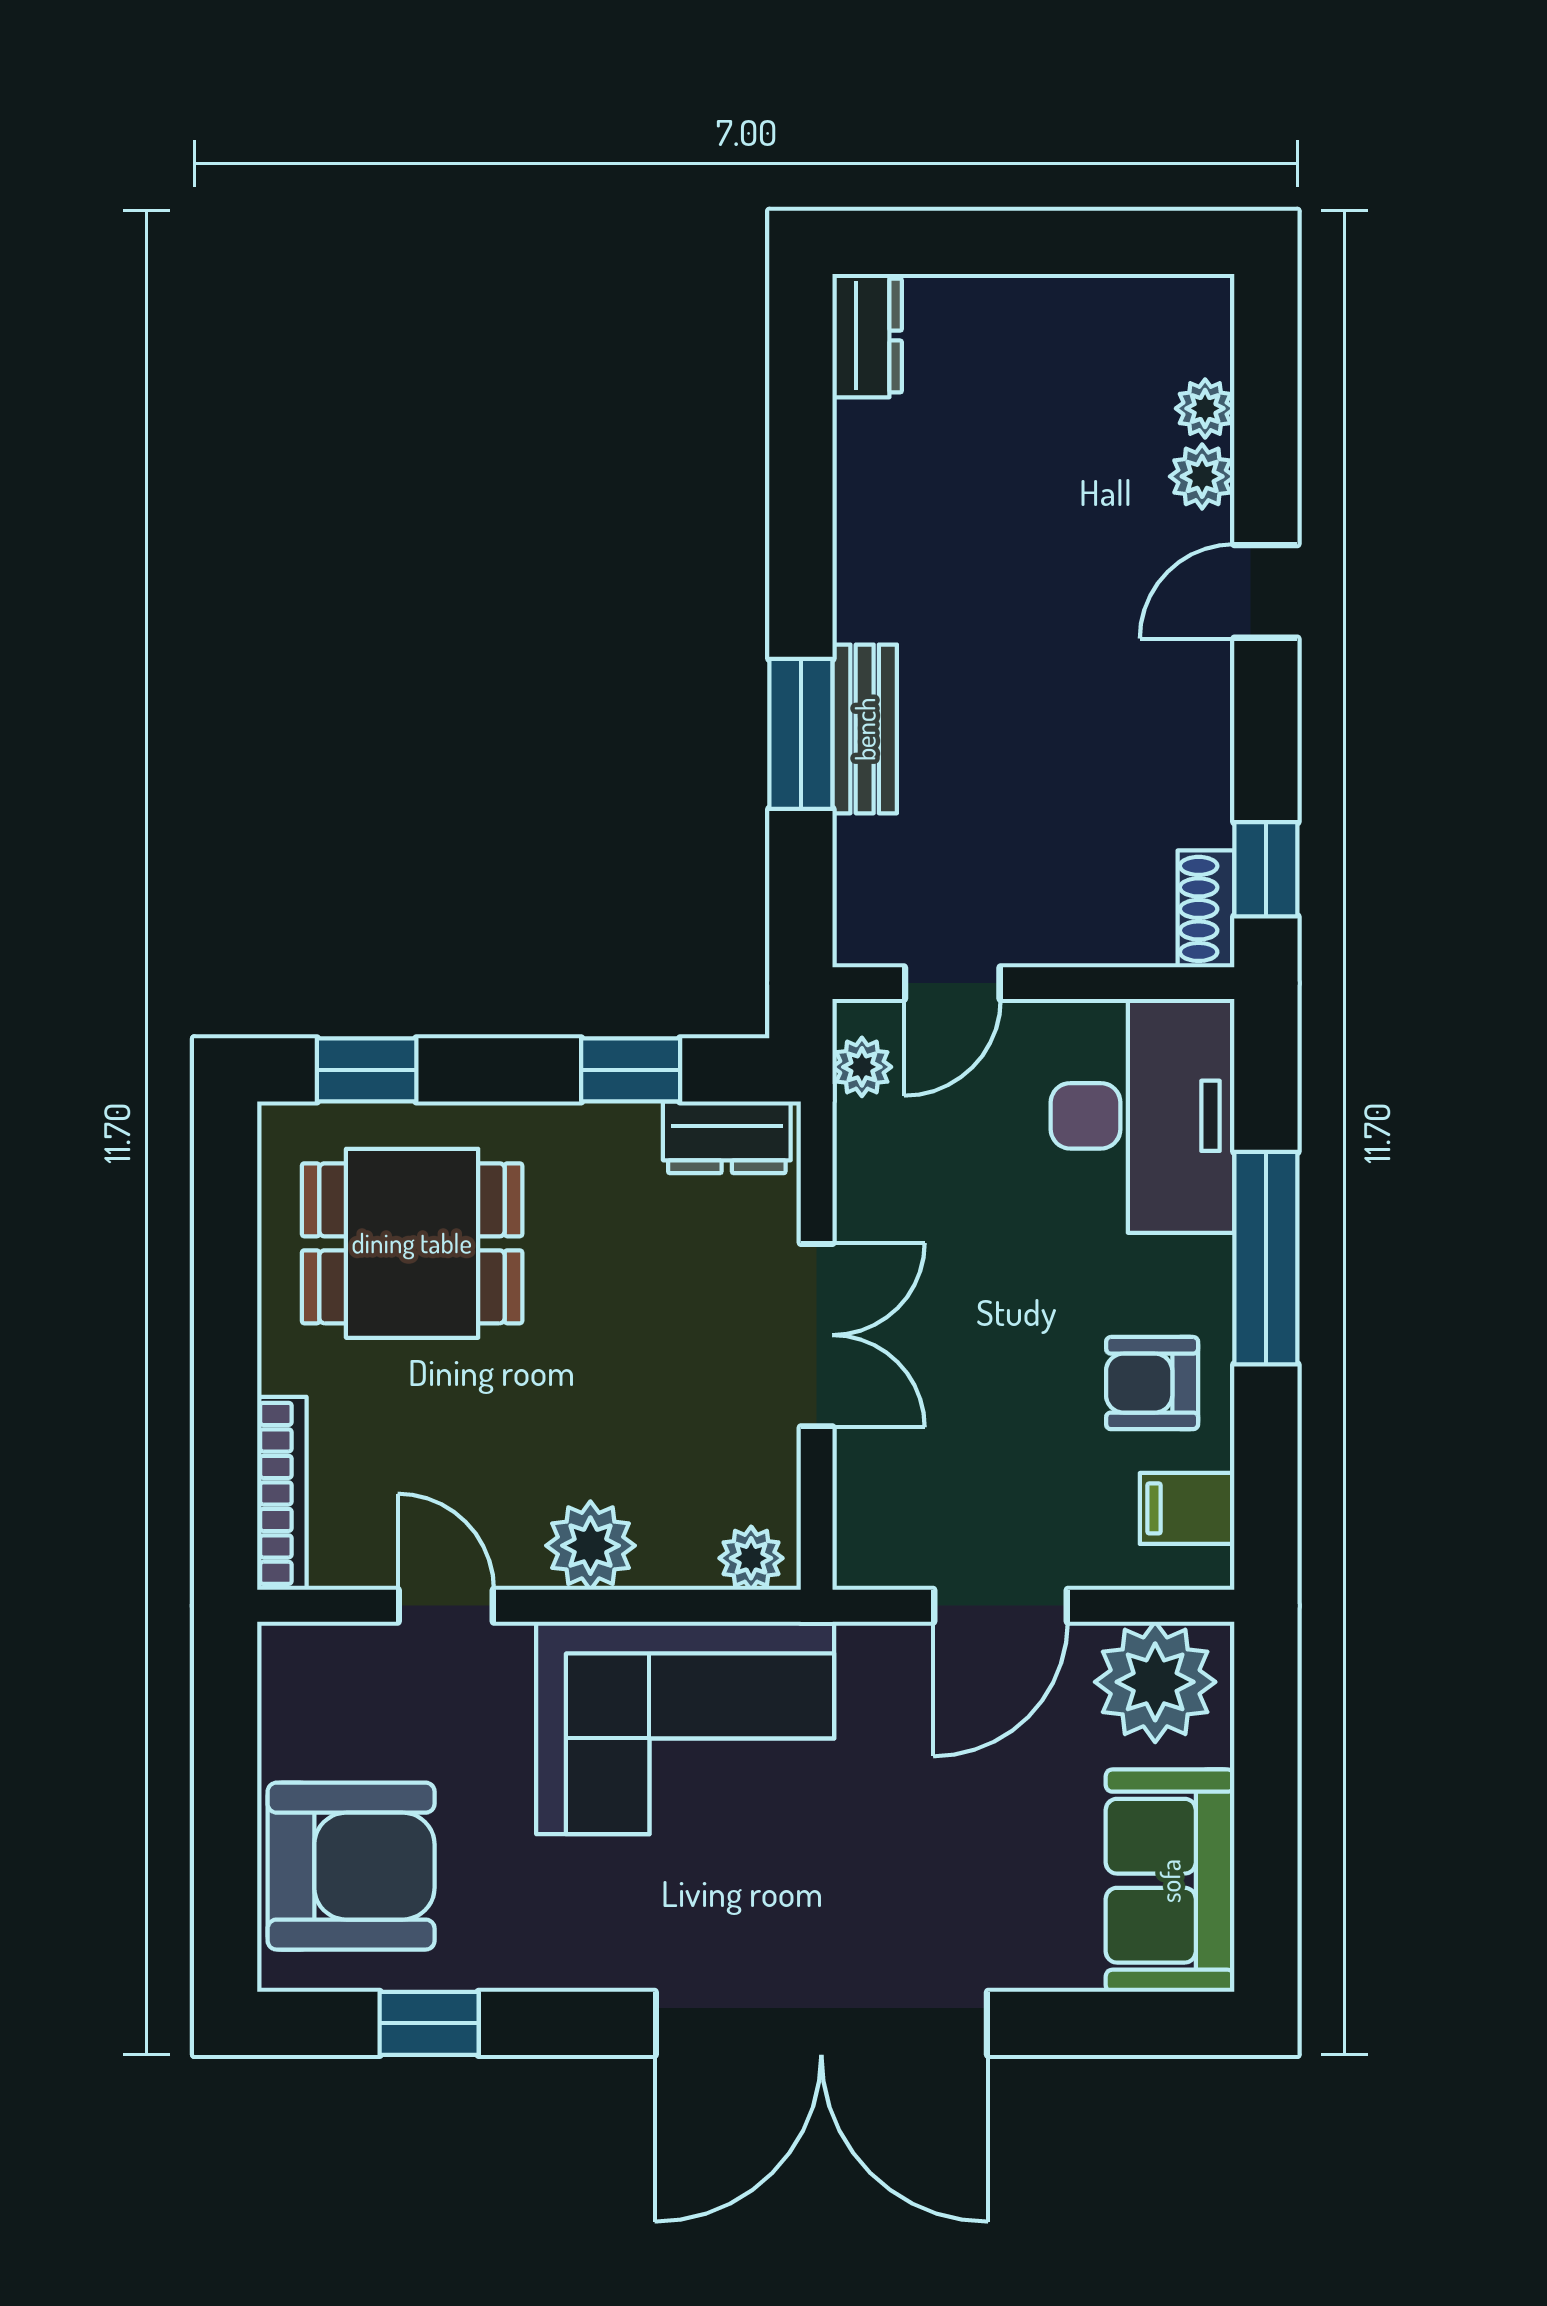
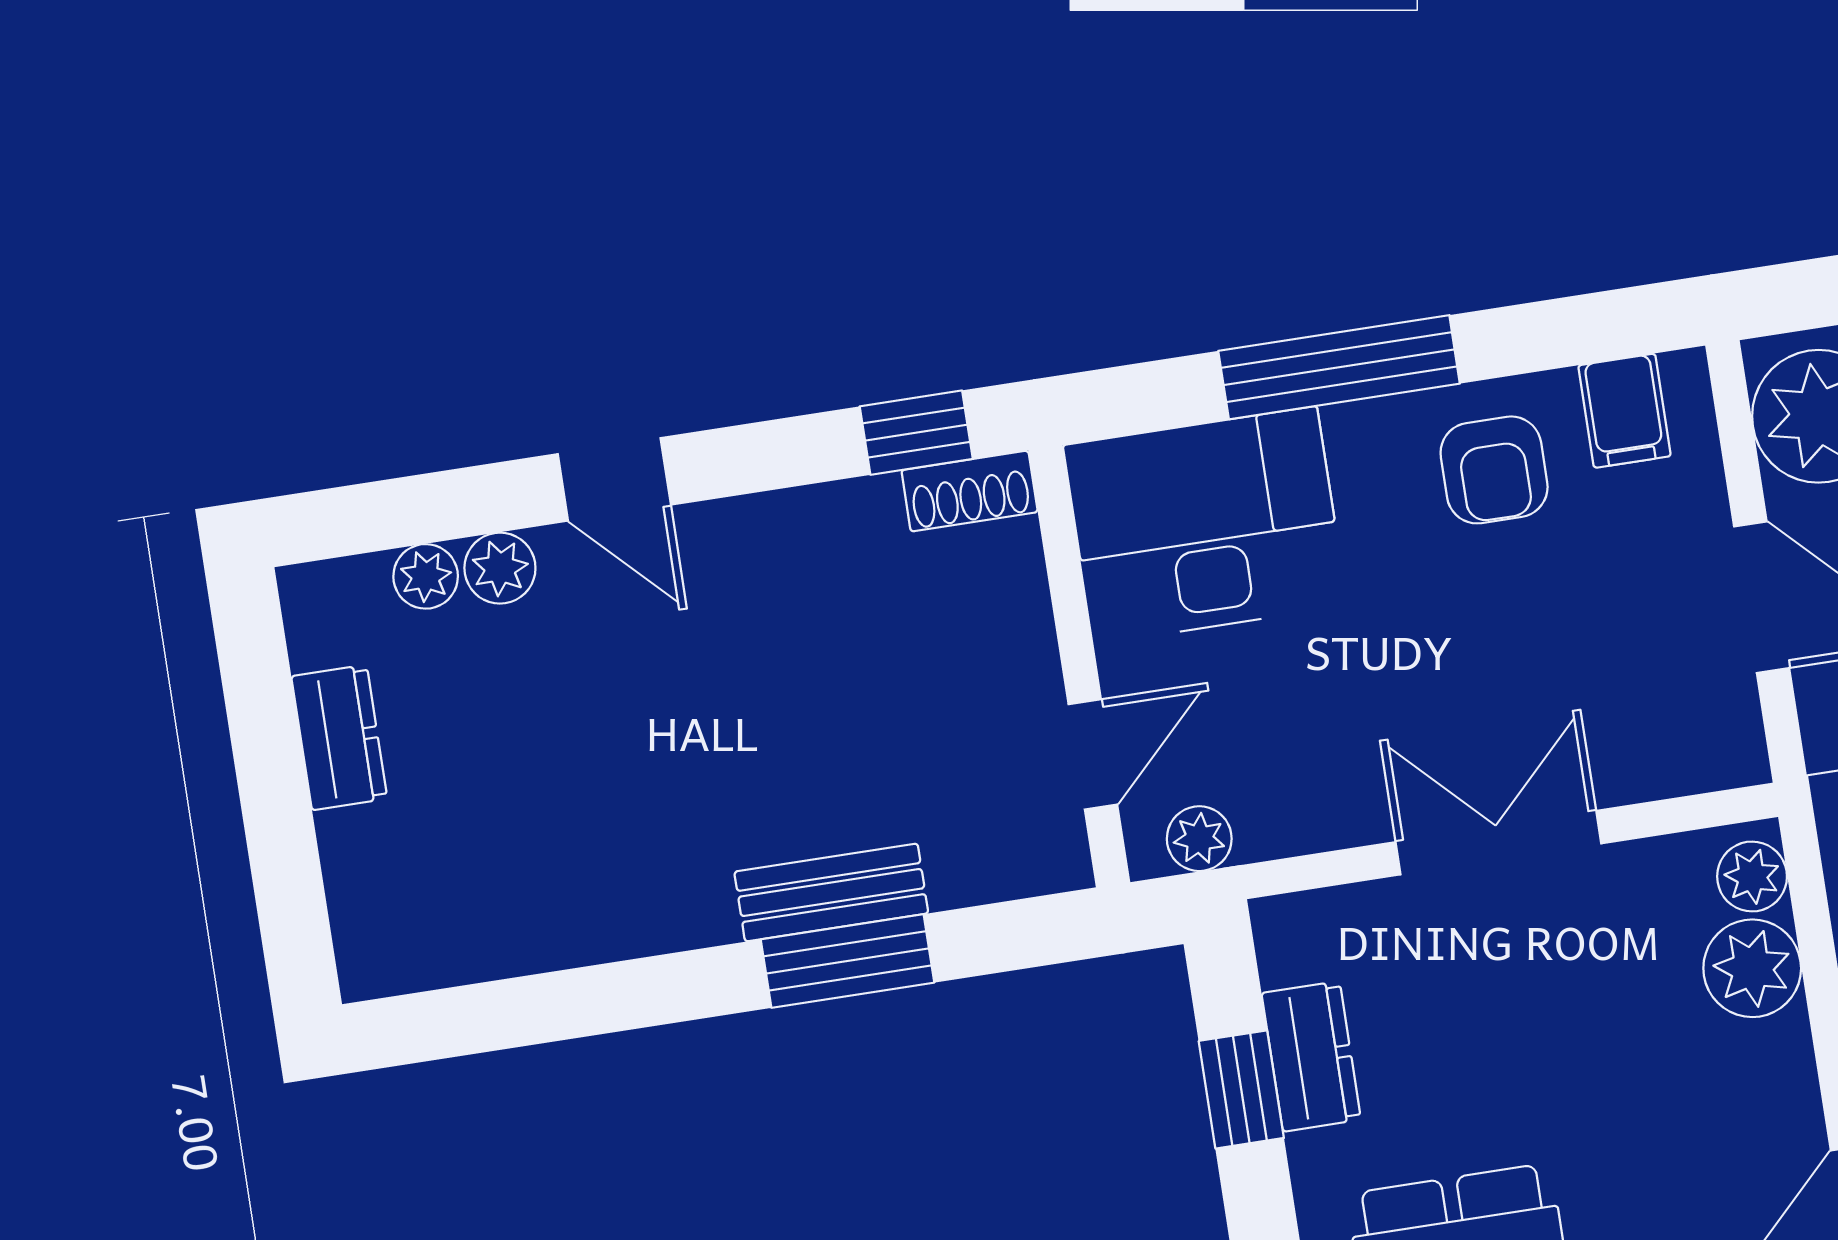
dresser: (867, 336) -> (339, 737), moved, turned 90
door: (952, 983) -> (1093, 754), hinge flipped
dresser: (727, 1137) -> (1311, 1056), moved
plant: (590, 1546) -> (1752, 968), moved

